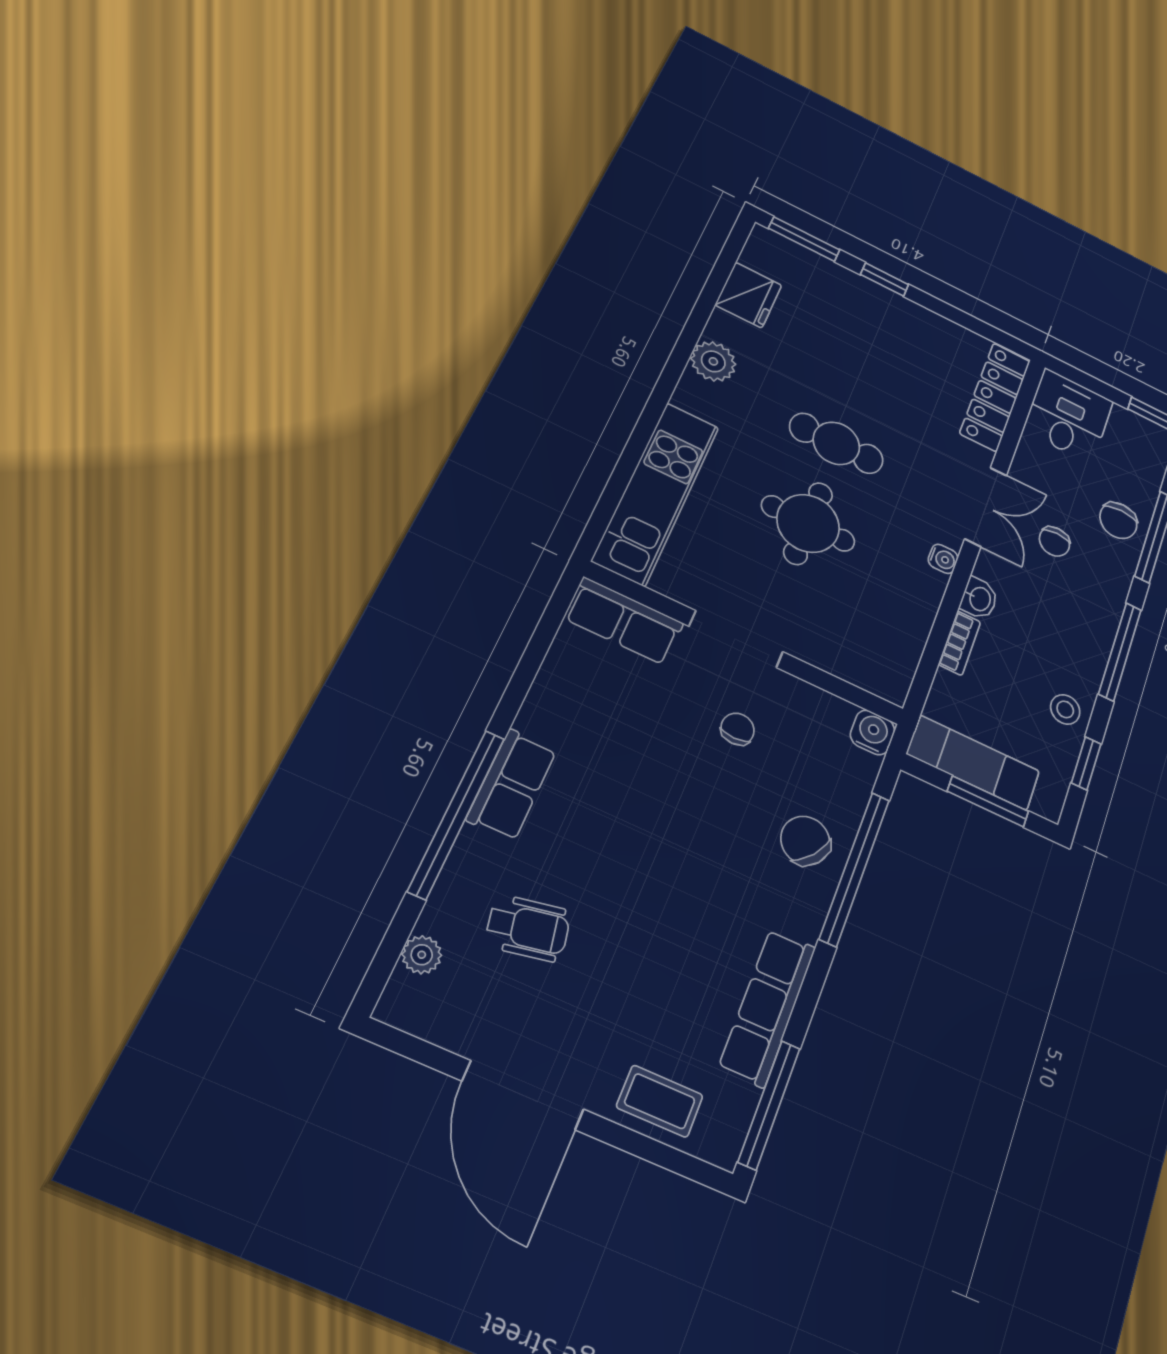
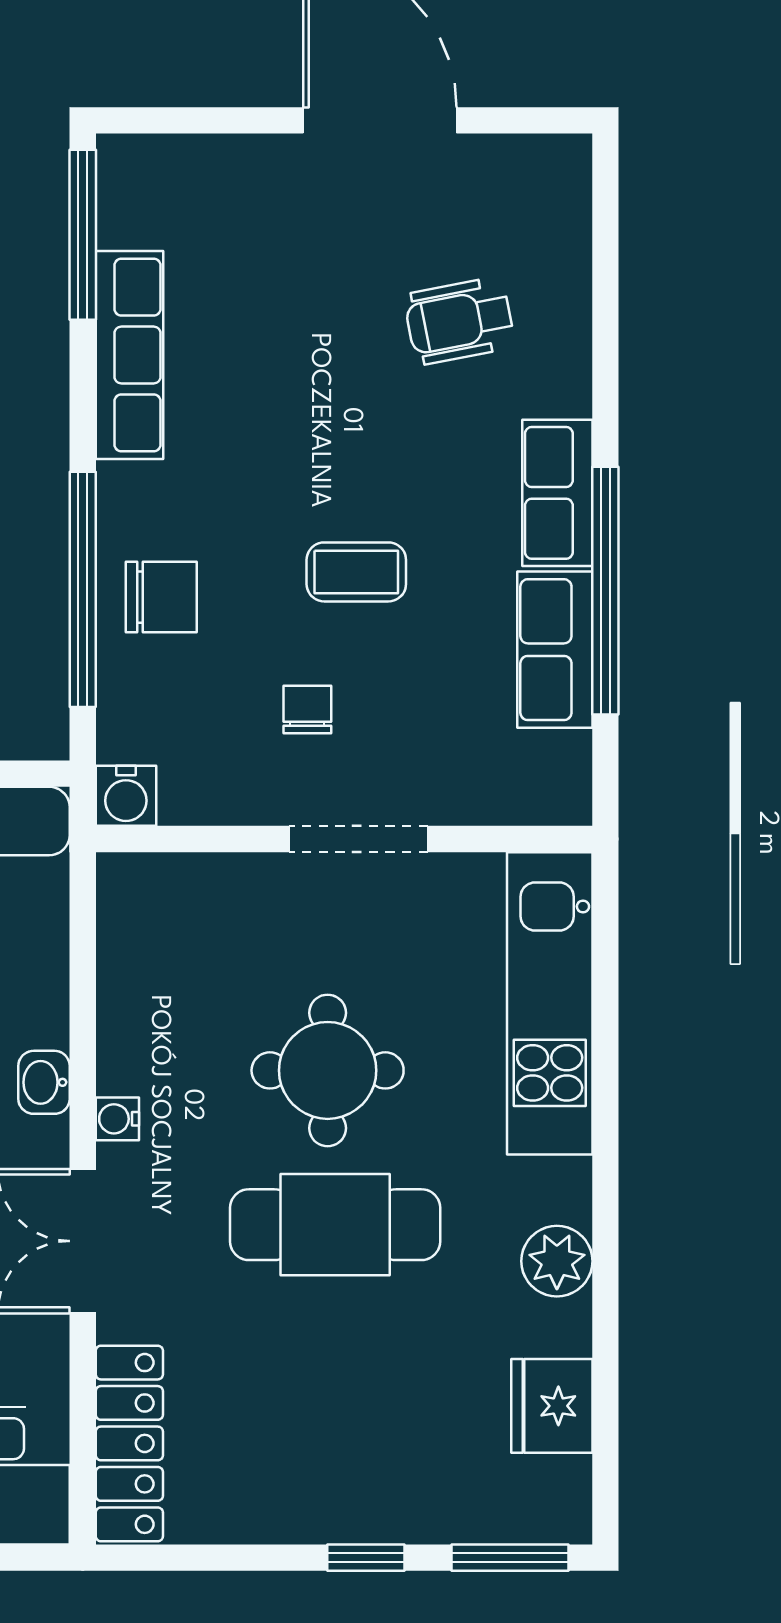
cafe table: (836, 443) -> (335, 1225), width x1.37, depth x1.35
row of seats: (624, 621) -> (555, 650), moved, turned -90
bookcase: (960, 643) -> (50, 996), removed
chair: (738, 729) -> (307, 709), turned 180
window: (457, 814) -> (605, 591), moved
chair: (805, 841) -> (161, 597), turned -37
plant: (422, 955) -> (567, 232), removed
coffee table: (660, 1101) -> (356, 572), moved

